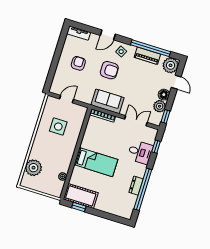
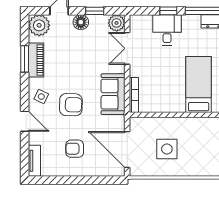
window: (151, 48) -> (25, 59), width x0.47
armchair: (109, 70) -> (71, 105), turned 92
door: (66, 99) -> (127, 150), width x1.87
plant: (160, 106) -> (117, 23), moved
window: (165, 116) -> (95, 11), moved
window: (156, 147) -> (168, 11), moved

